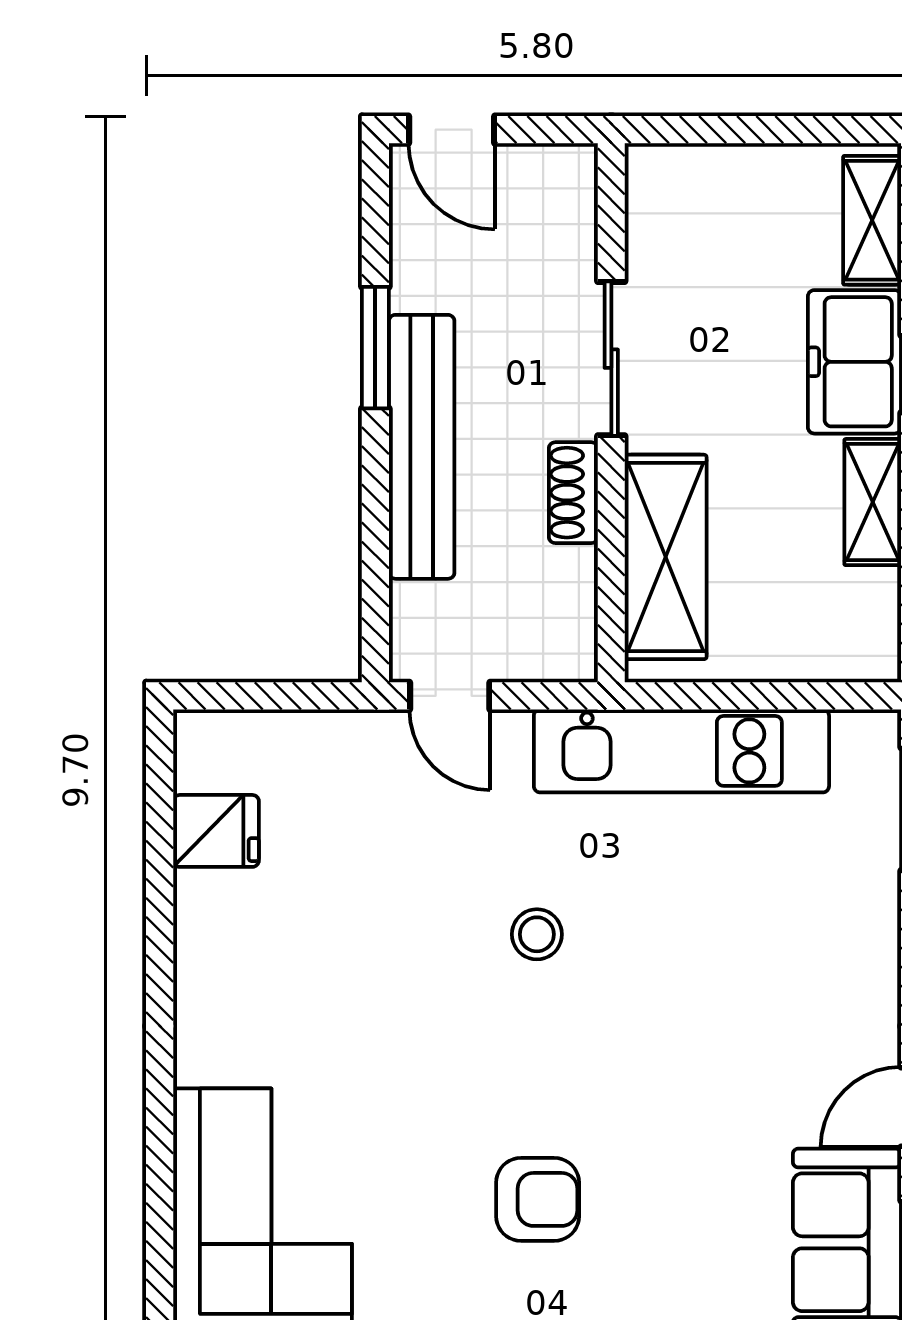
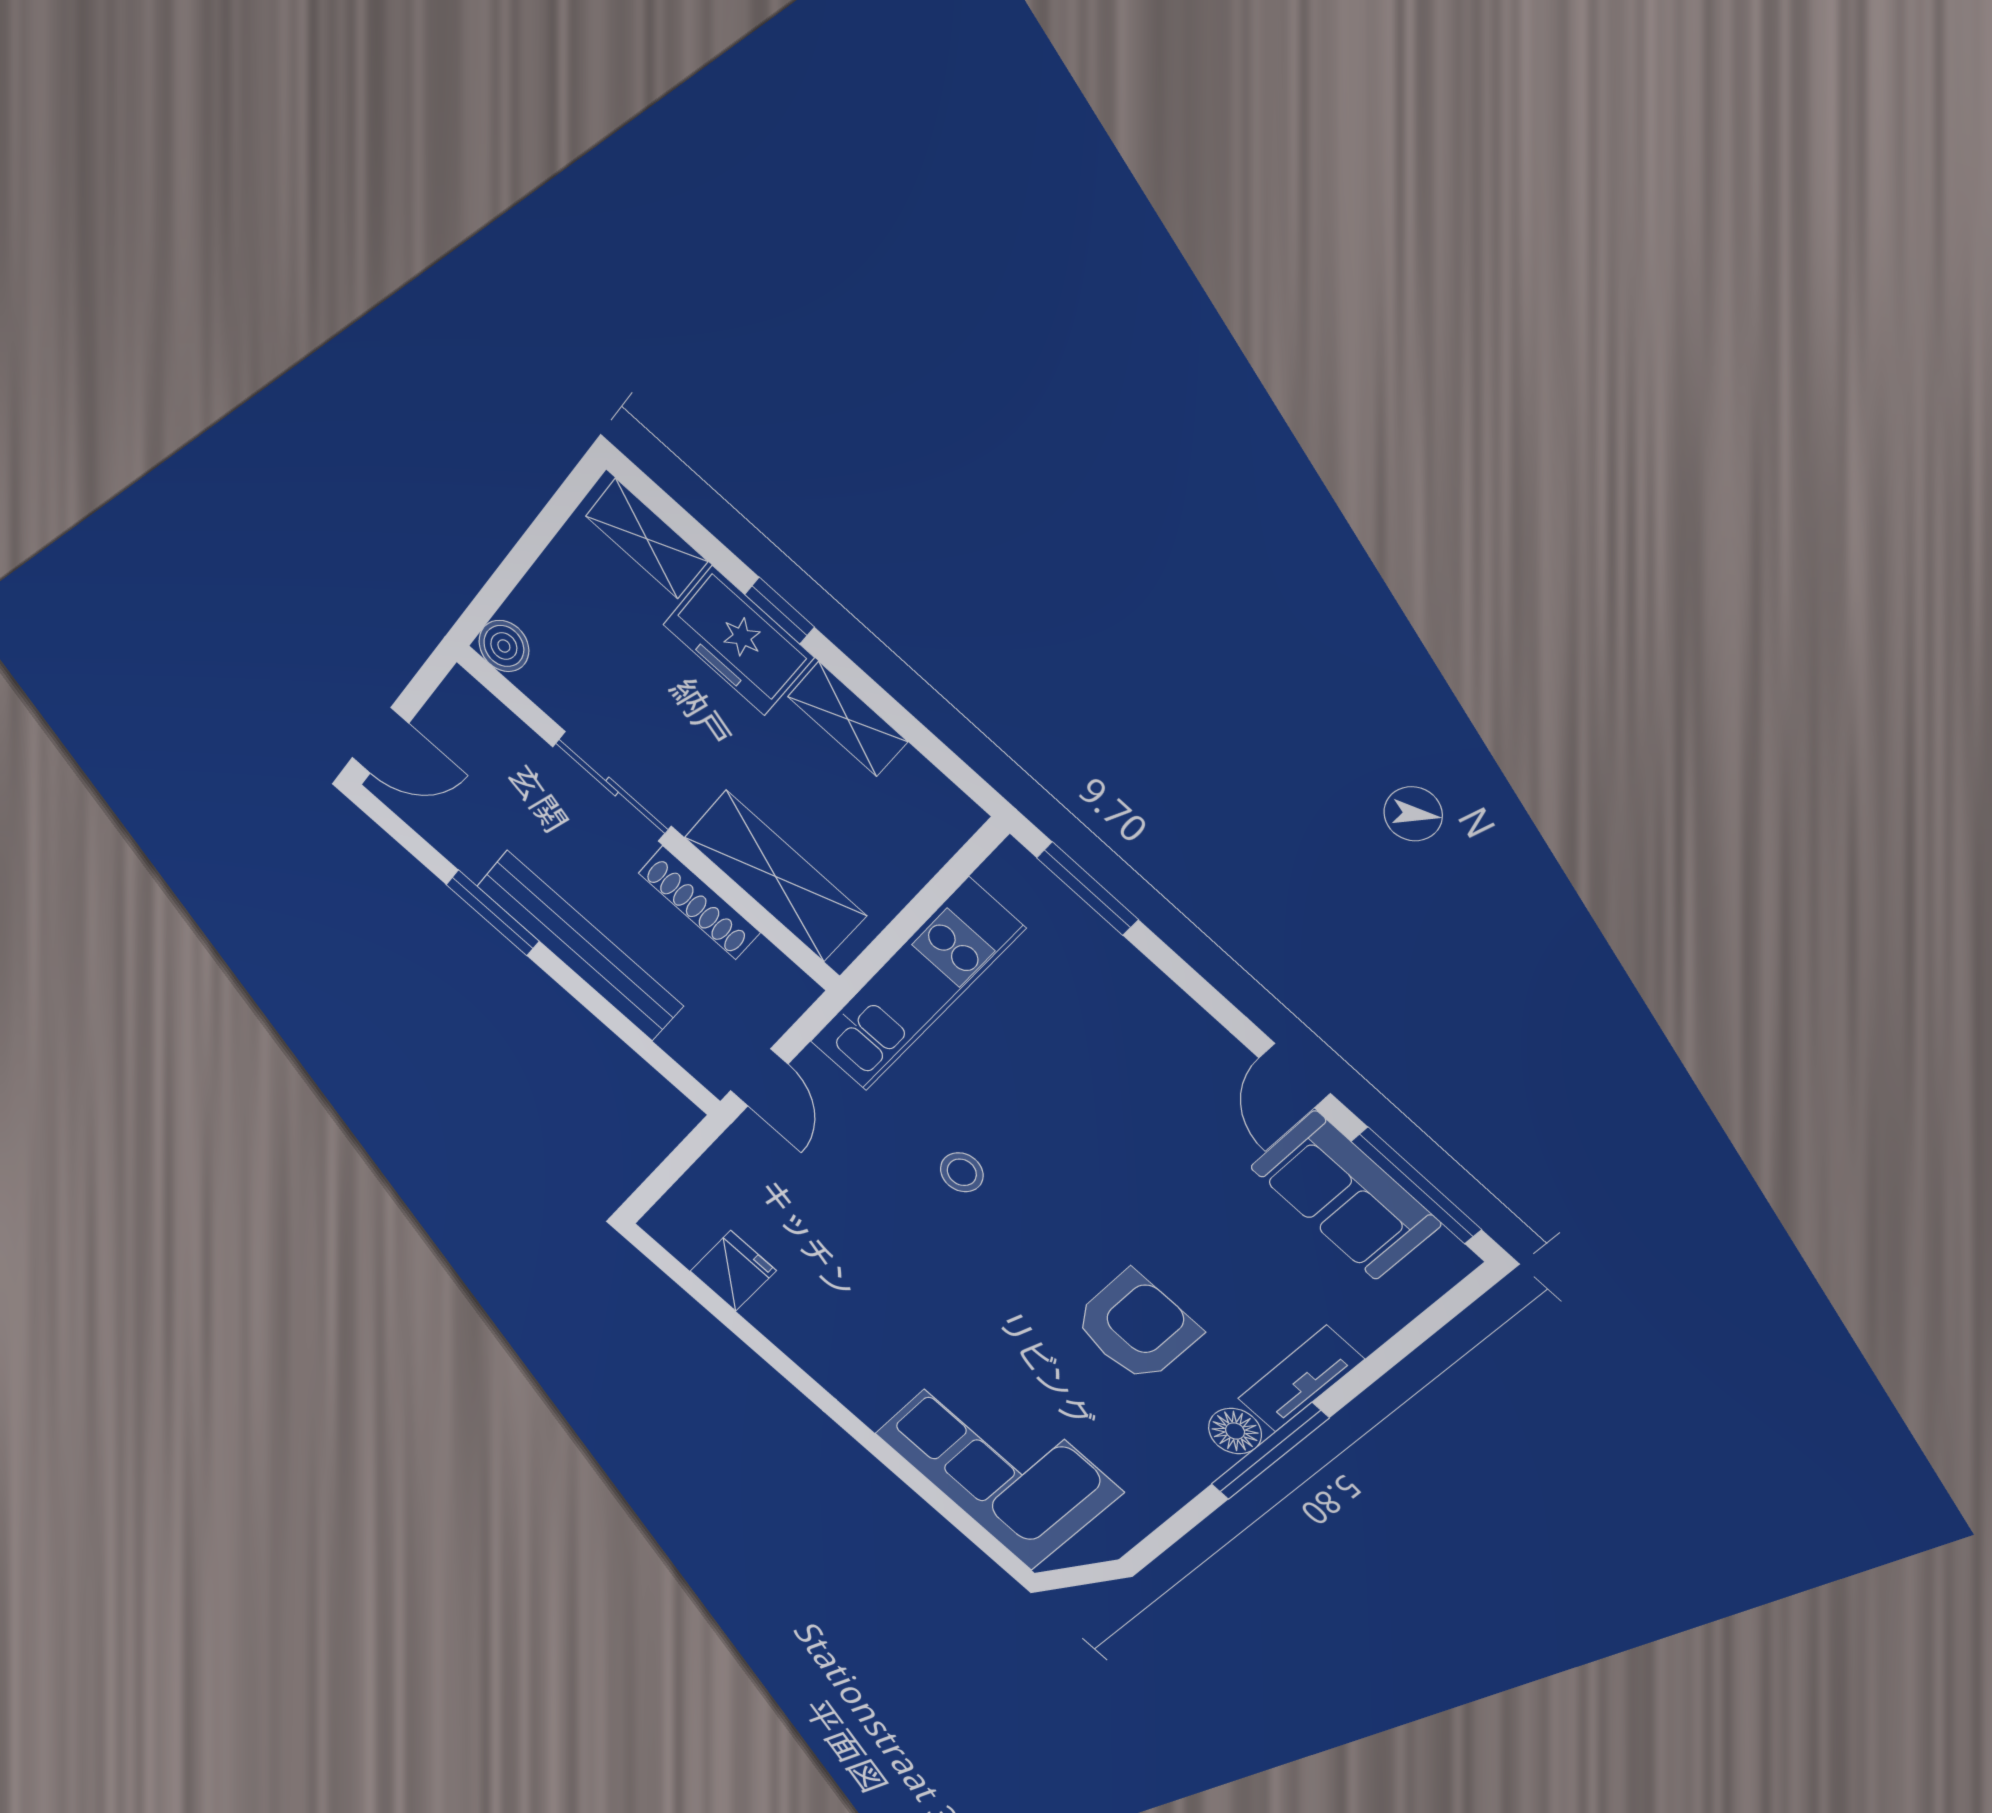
boiler: (654, 172) -> (504, 646), added
shoe rack: (573, 493) -> (699, 903), width x1.43
door: (450, 696) -> (759, 1077), hinge flipped
armchair: (538, 1199) -> (1136, 1327), width x1.38, depth x1.38

